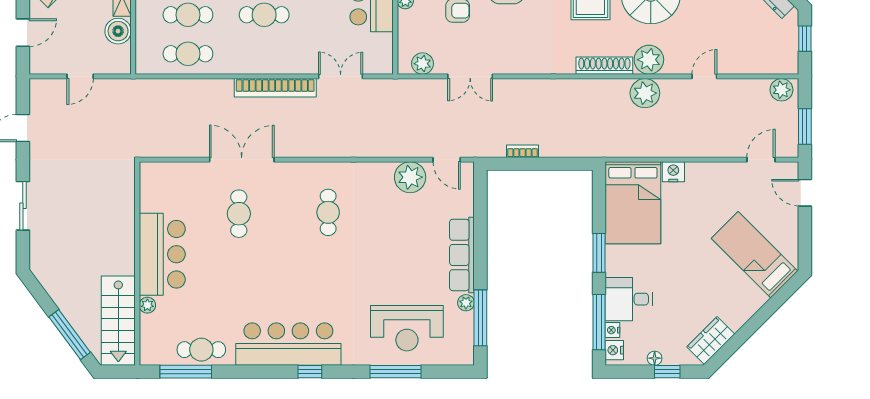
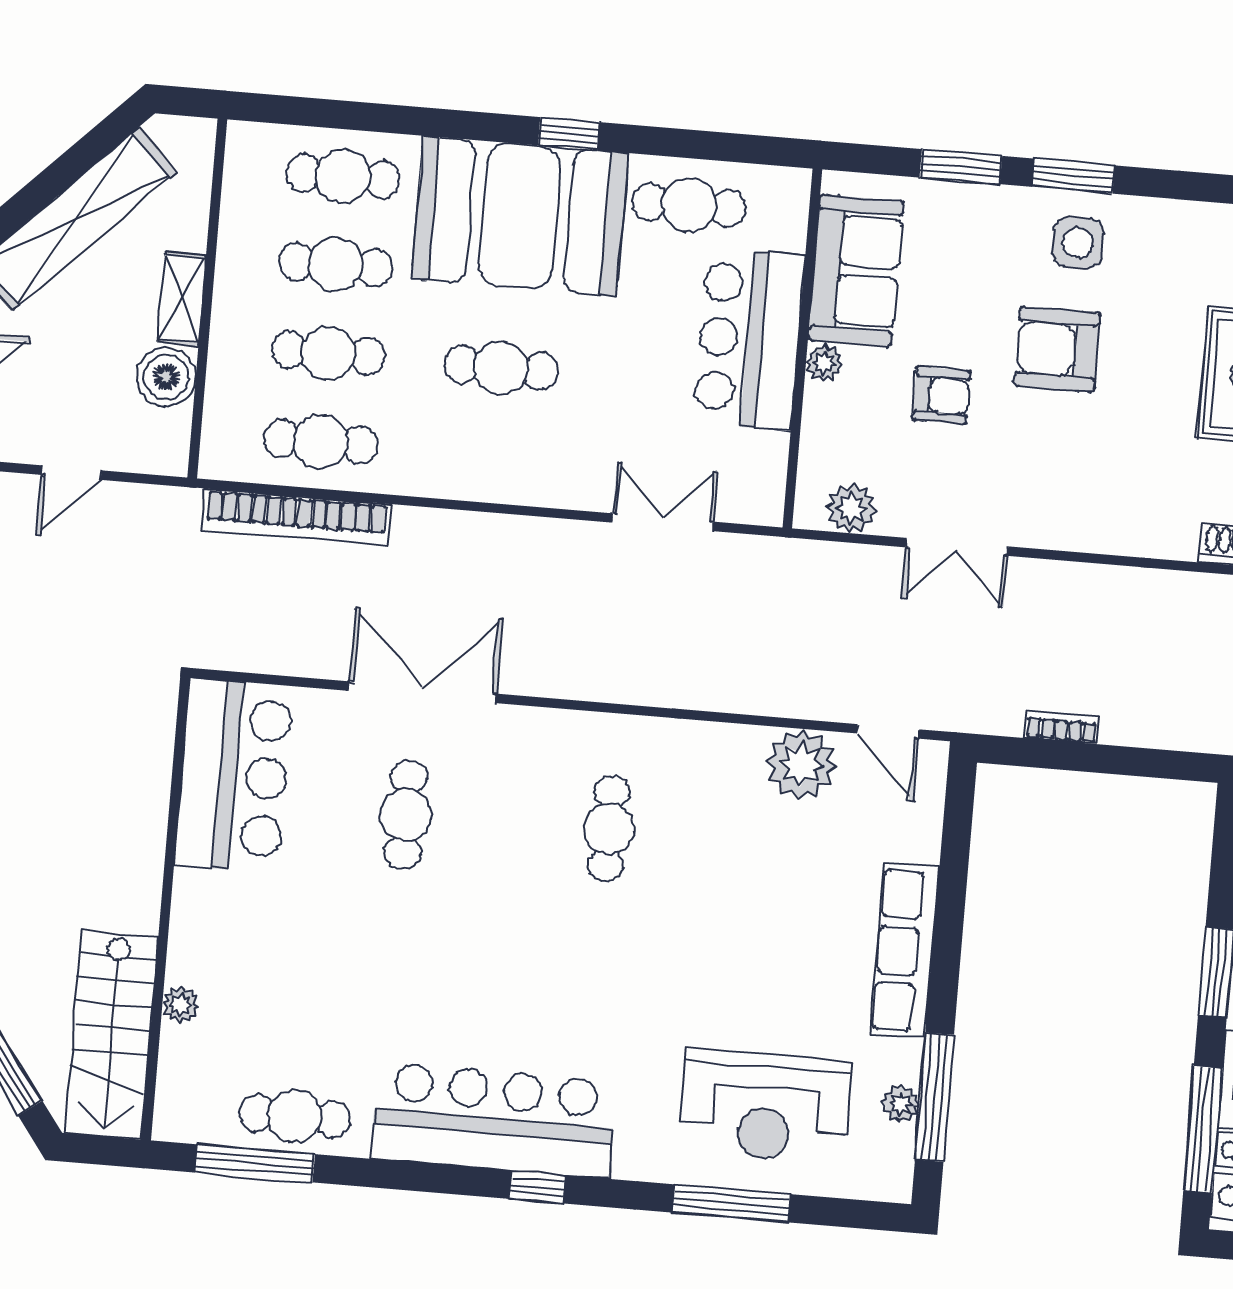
bookcase: (275, 88) -> (296, 517), moved
bar counter: (162, 254) -> (234, 776), moved
plant: (466, 303) -> (901, 1104), moved

